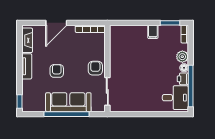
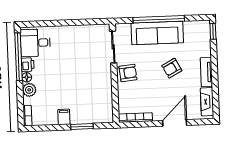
window: (170, 23) -> (82, 126), moved
armchair: (95, 68) -> (128, 73), turned -96
armchair: (57, 71) -> (172, 68), turned 62

